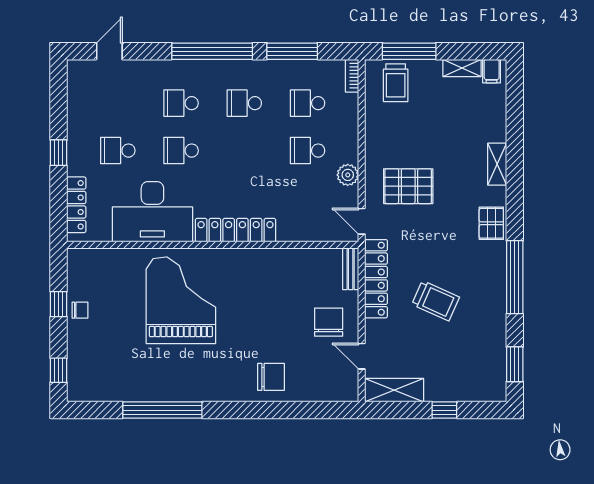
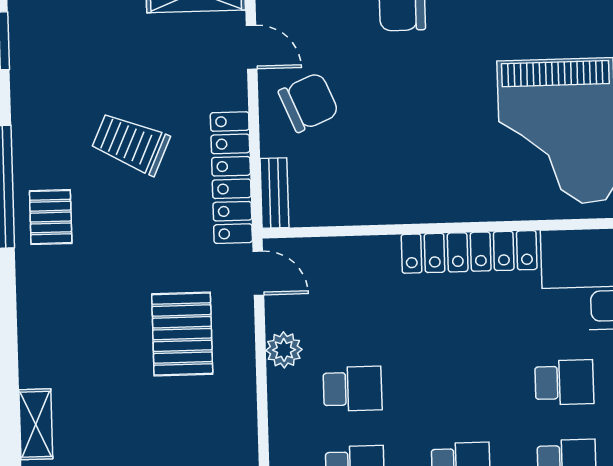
shelving: (497, 164) -> (36, 424), moved
pallet: (408, 186) -> (182, 334), turned 90
pallet: (491, 223) -> (51, 217), moved
chair: (329, 322) -> (309, 102), turned -113

